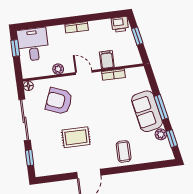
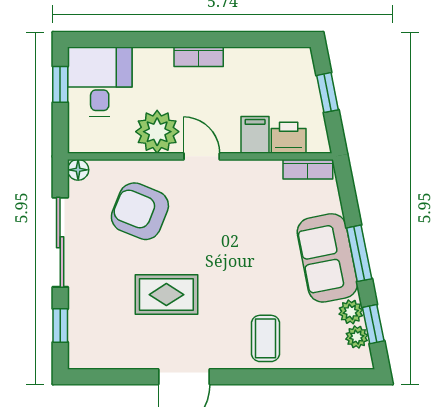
printer: (120, 24) -> (289, 138), moved, turned 180
plant: (58, 69) -> (157, 132), width x1.88, depth x1.88
bookcase: (114, 75) -> (308, 169), moved
plant: (165, 145) -> (357, 337), added

